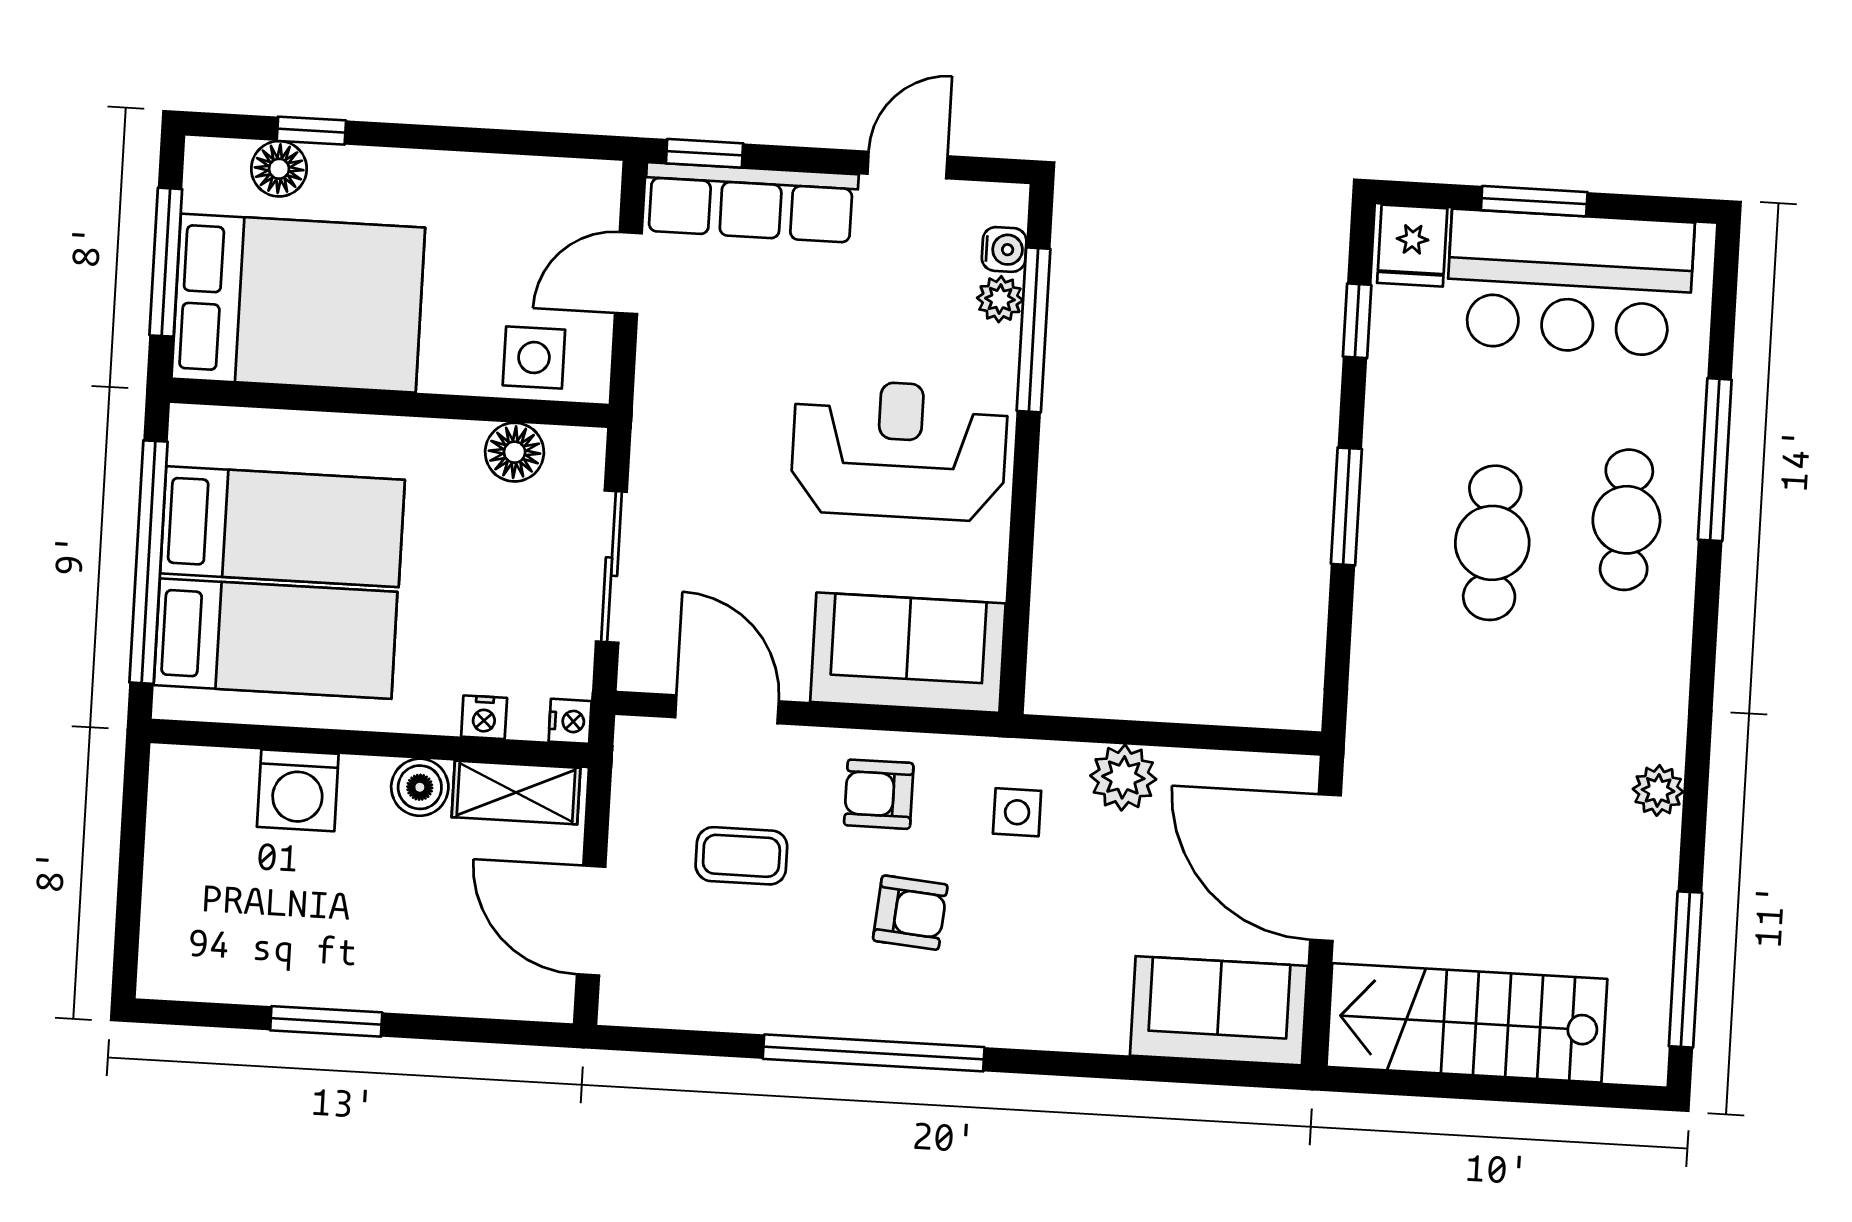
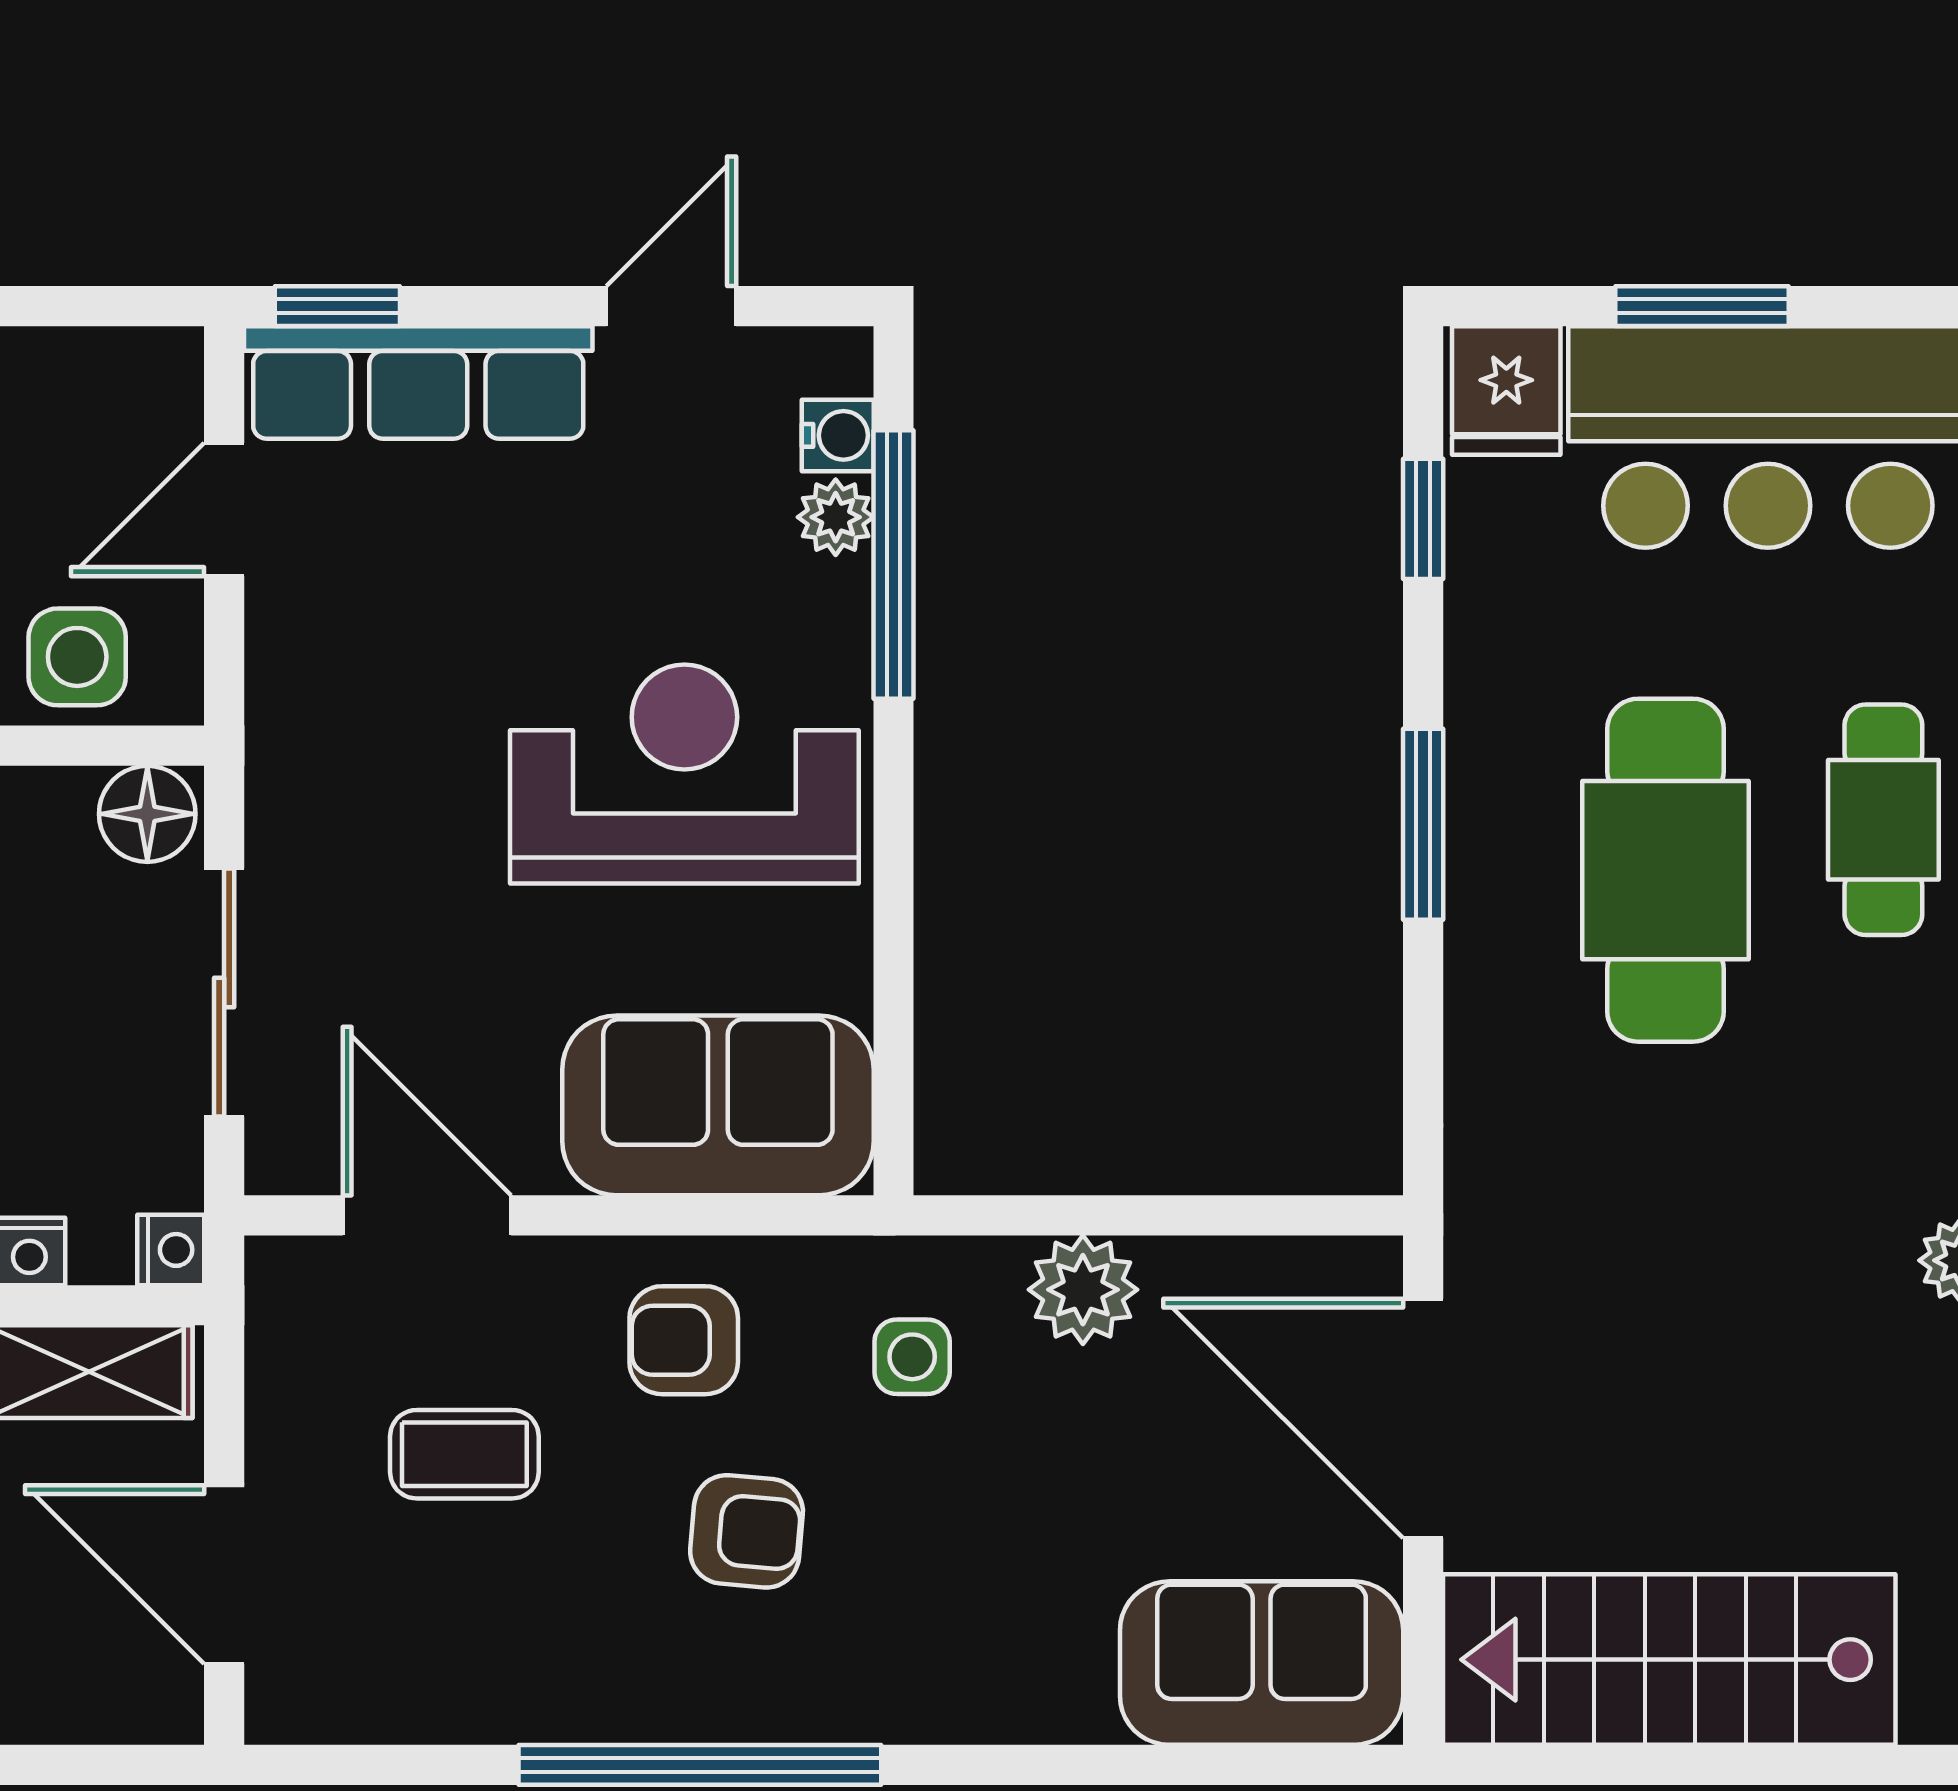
floor lamp: (515, 452) -> (147, 814), moved
cafe table: (1492, 543) -> (1666, 870), width x1.37, depth x1.35

